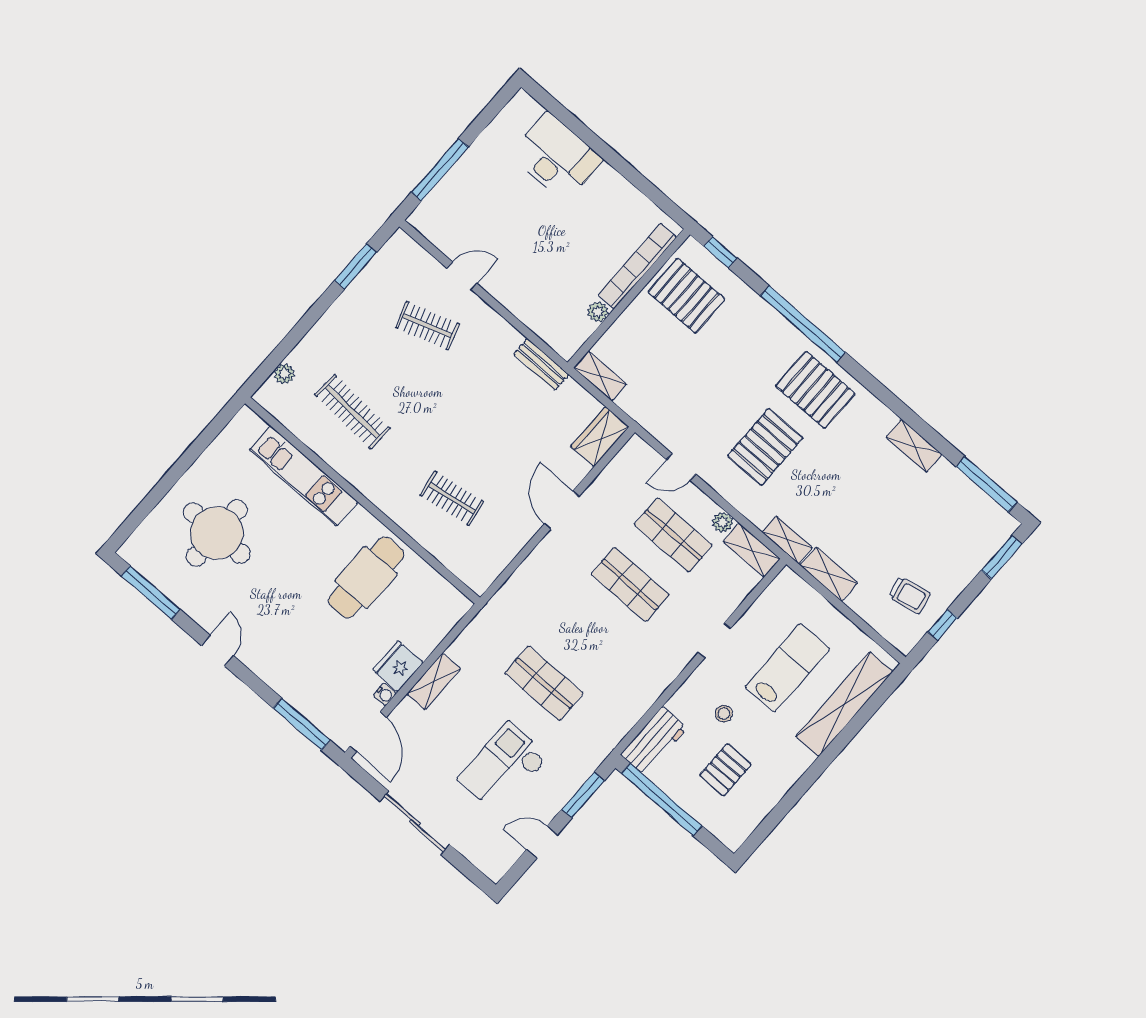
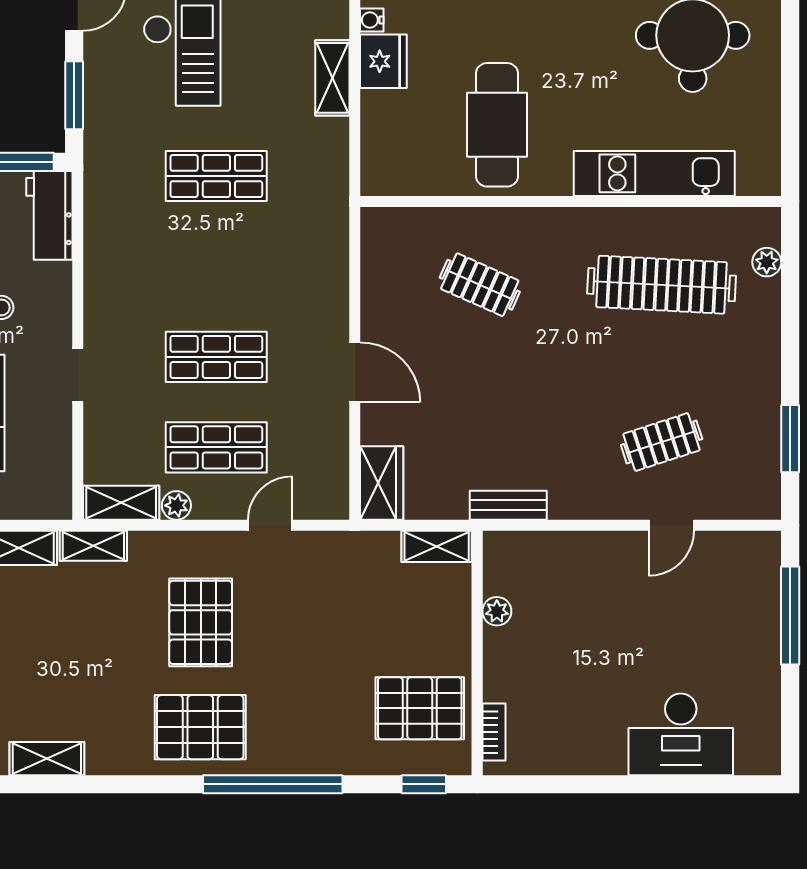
bookcase: (637, 266) -> (494, 732), width x0.43, depth x0.76
clothes rail: (352, 412) -> (662, 285), width x1.37, depth x1.31
clothes rail: (452, 498) -> (480, 285), turned 33

